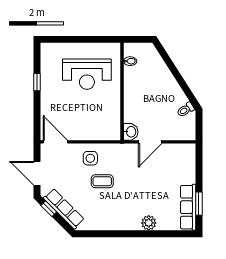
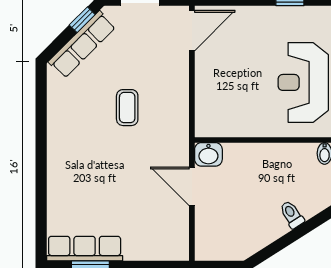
toilet: (185, 110) -> (292, 214), moved
side table: (90, 158) -> (165, 88), removed
plant: (149, 223) -> (59, 184), removed

